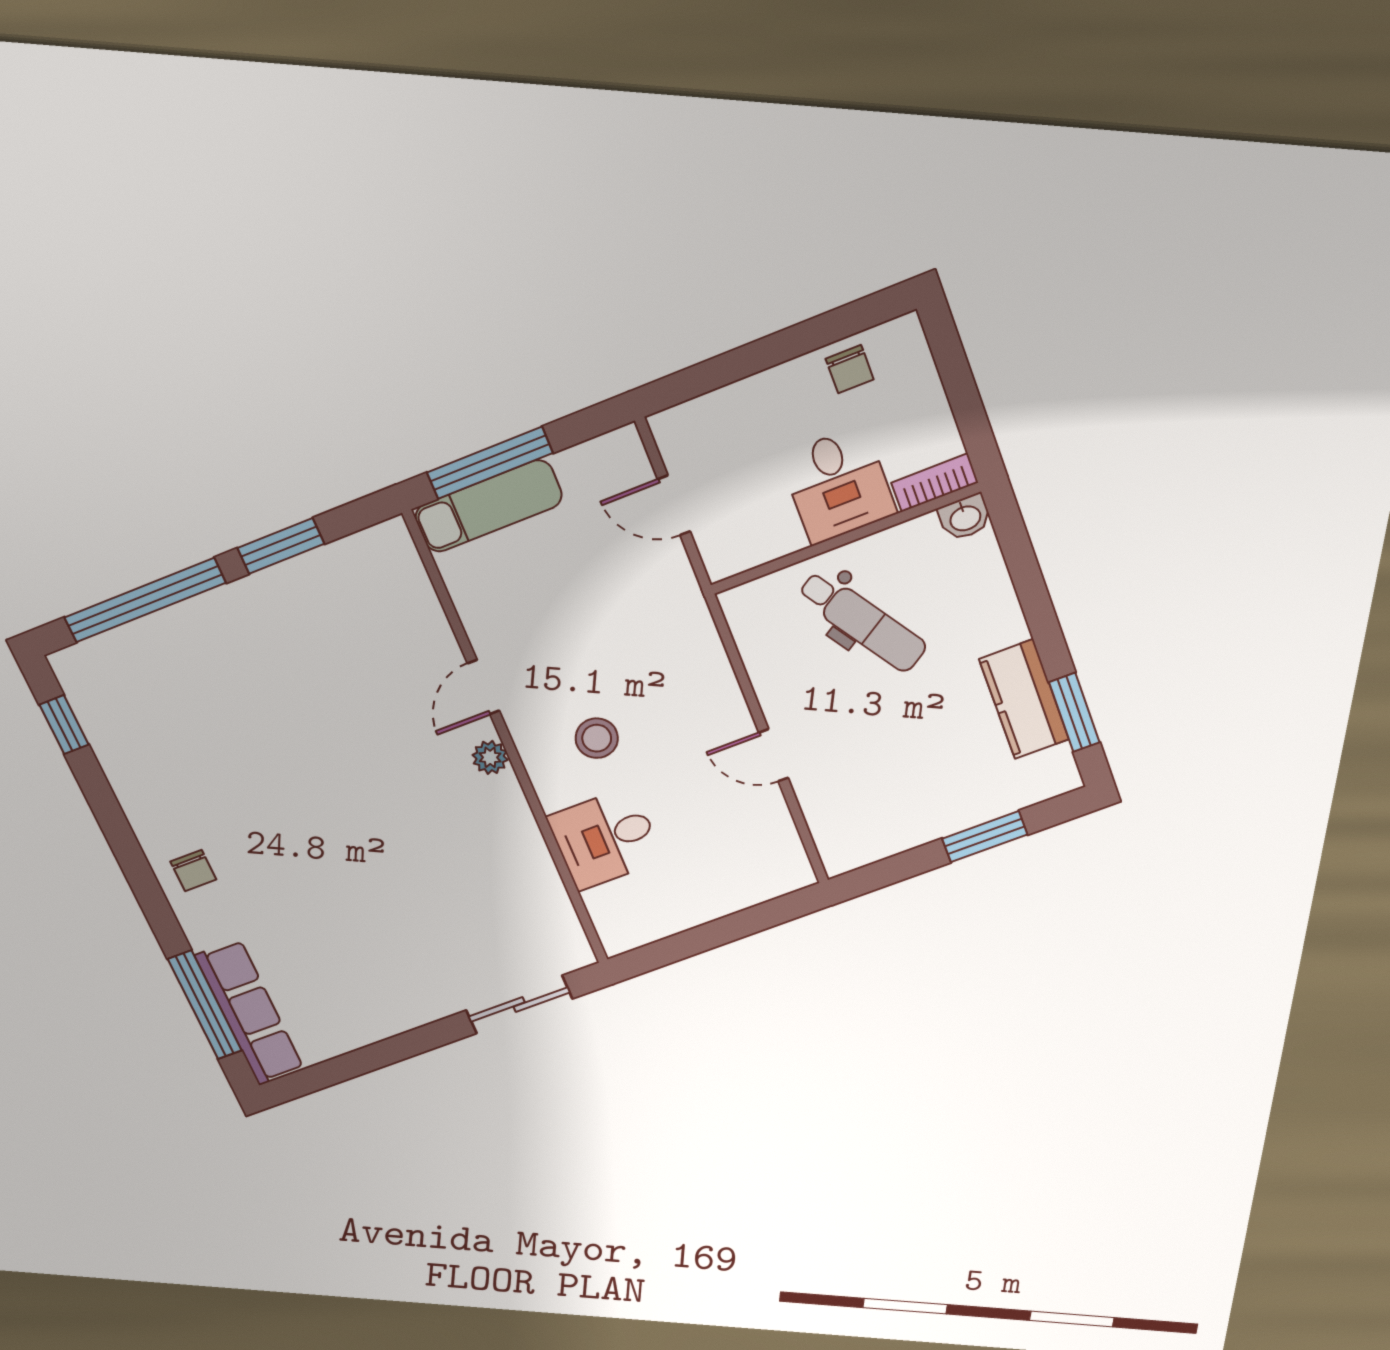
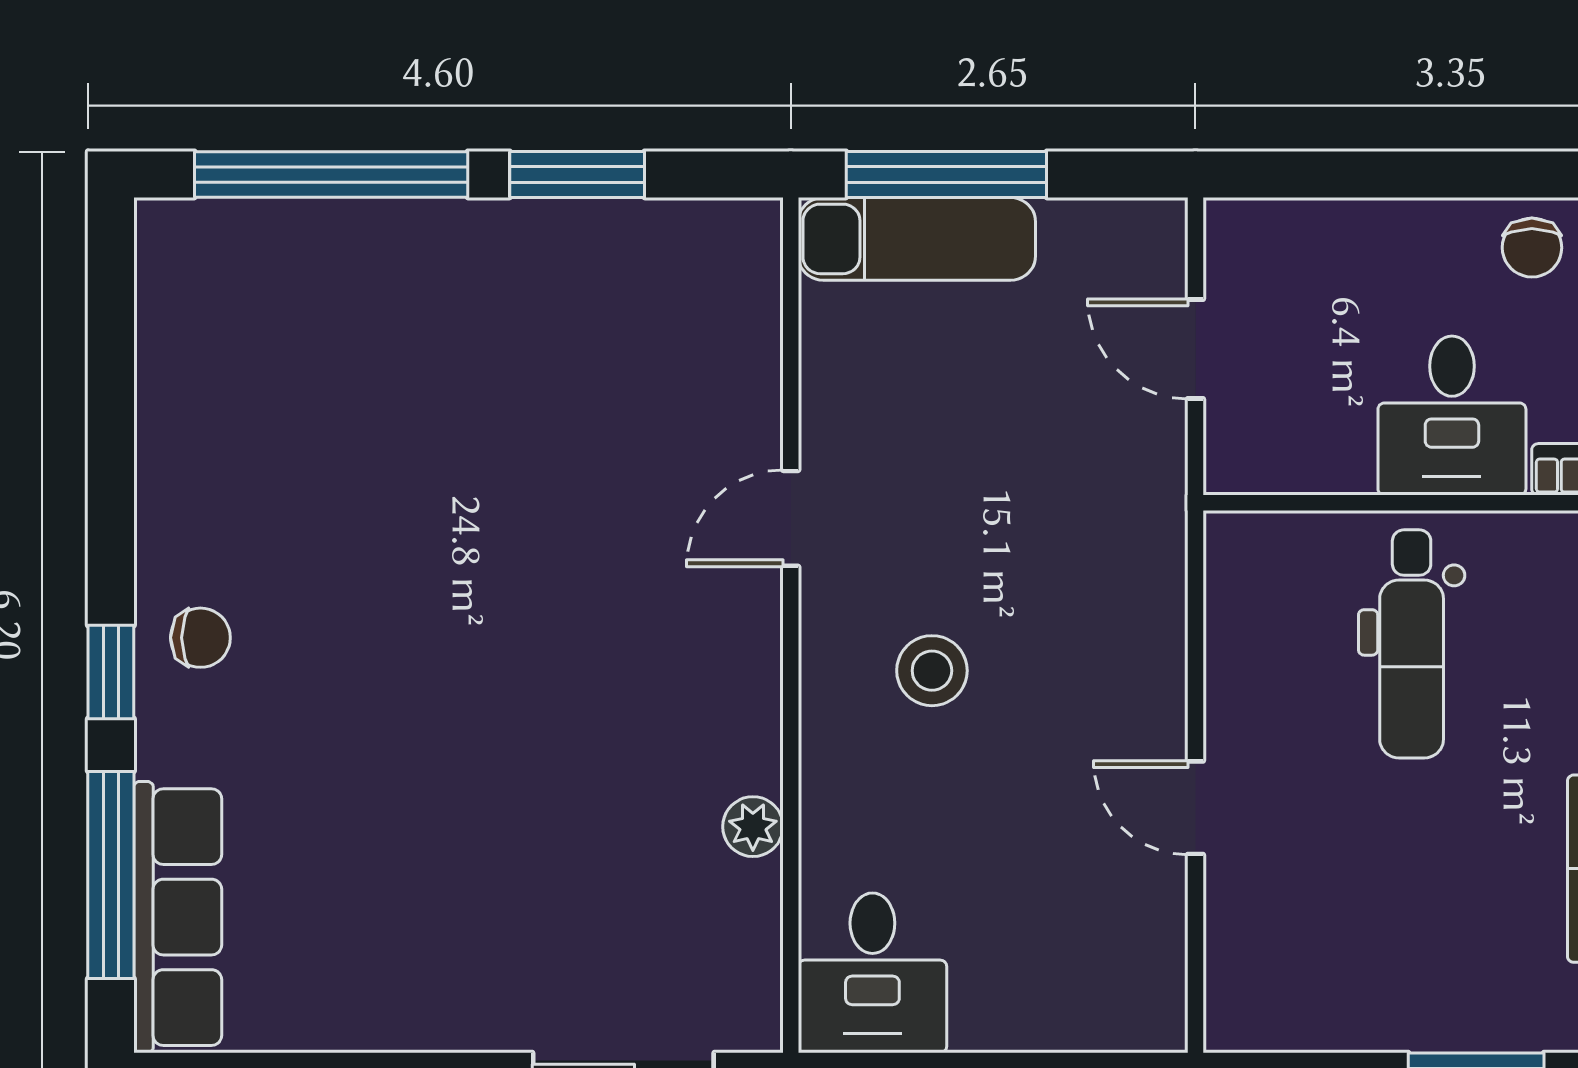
dental chair: (862, 621) -> (1412, 644), turned 33
window: (64, 725) -> (111, 672), moved
plant: (490, 757) -> (753, 827), moved
desk: (605, 839) -> (872, 973), moved, turned -90
chair: (193, 871) -> (200, 638), turned -90

